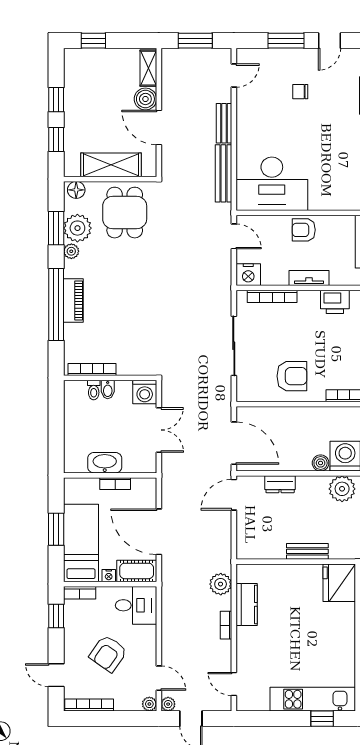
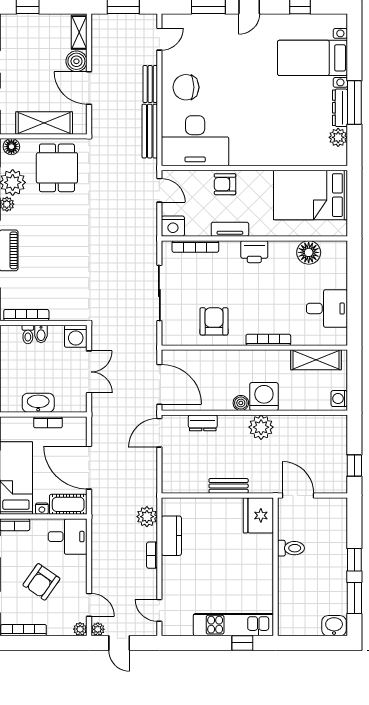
chair: (300, 92) -> (186, 87), moved, width x1.87, depth x1.87
armchair: (292, 376) -> (214, 321), turned -90

